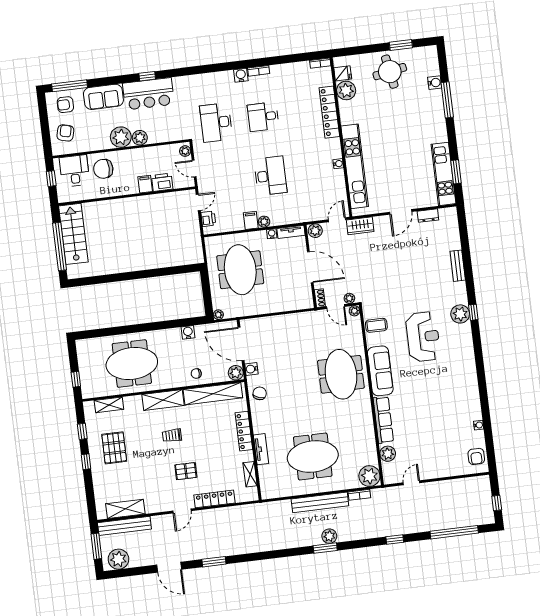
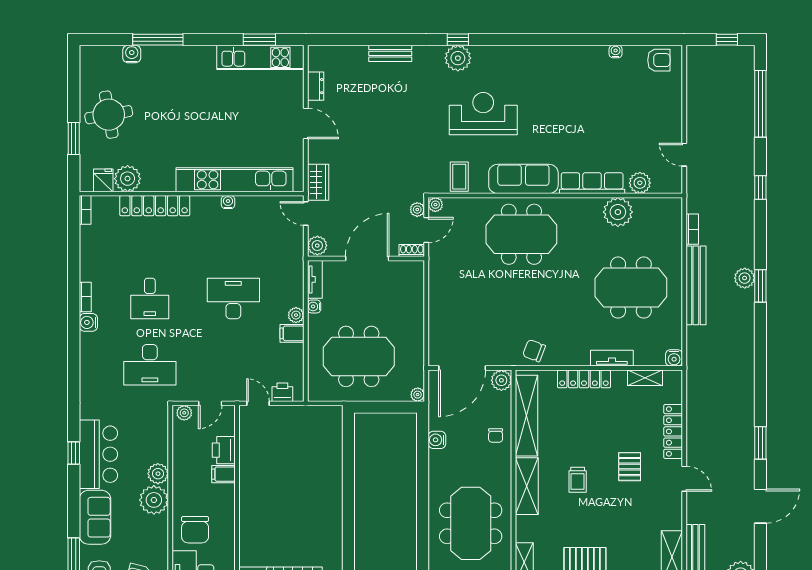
window: (401, 45) -> (74, 139), moved
water cooler: (251, 369) -> (674, 358), moved
meeting table: (313, 456) -> (631, 288), turned 90
plant: (369, 476) -> (618, 212), moved

